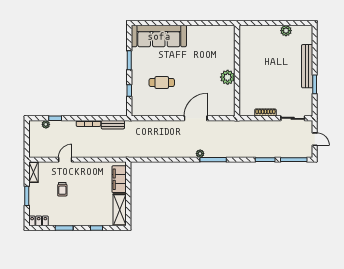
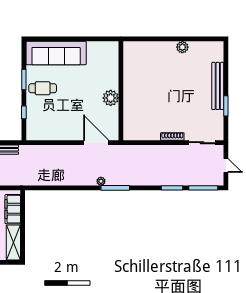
plant: (286, 31) -> (182, 47), moved
wall: (237, 71) -> (121, 91), moved
plant: (228, 77) -> (111, 98), moved
cafe table: (162, 82) -> (43, 88), moved
door: (196, 118) -> (96, 143), hinge flipped

